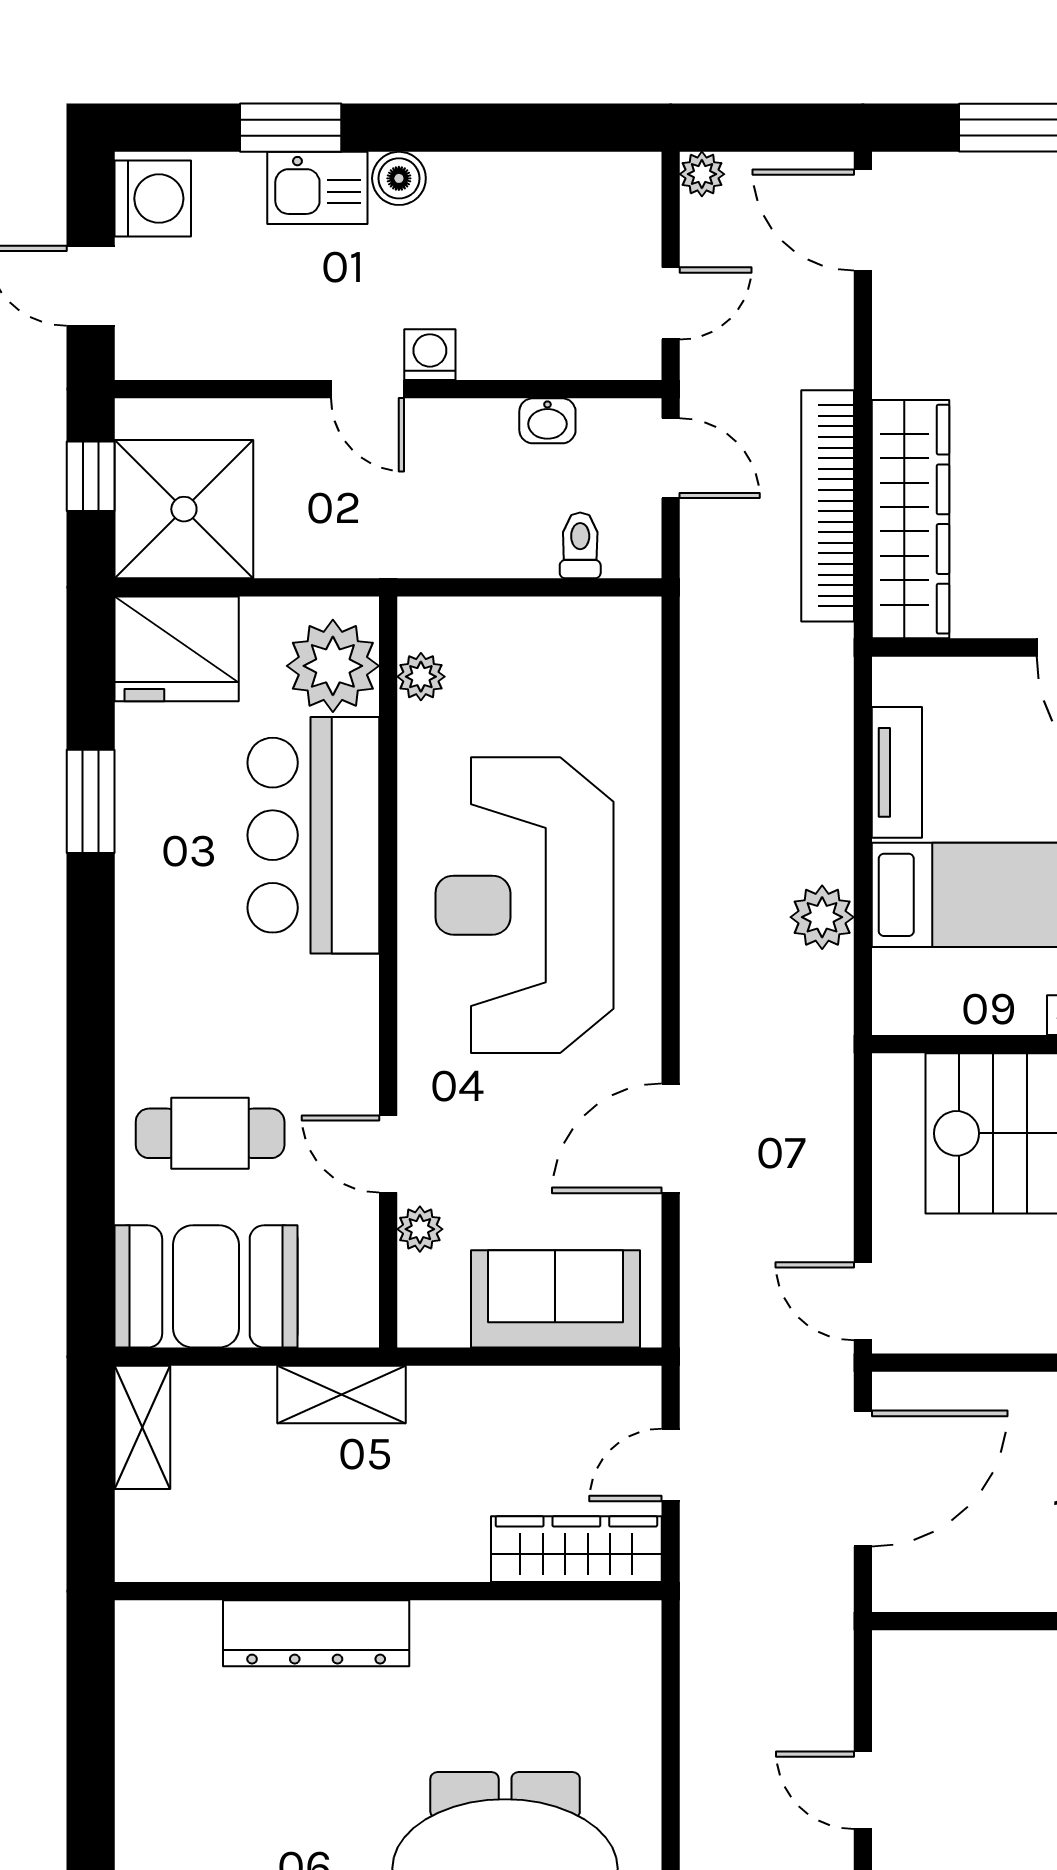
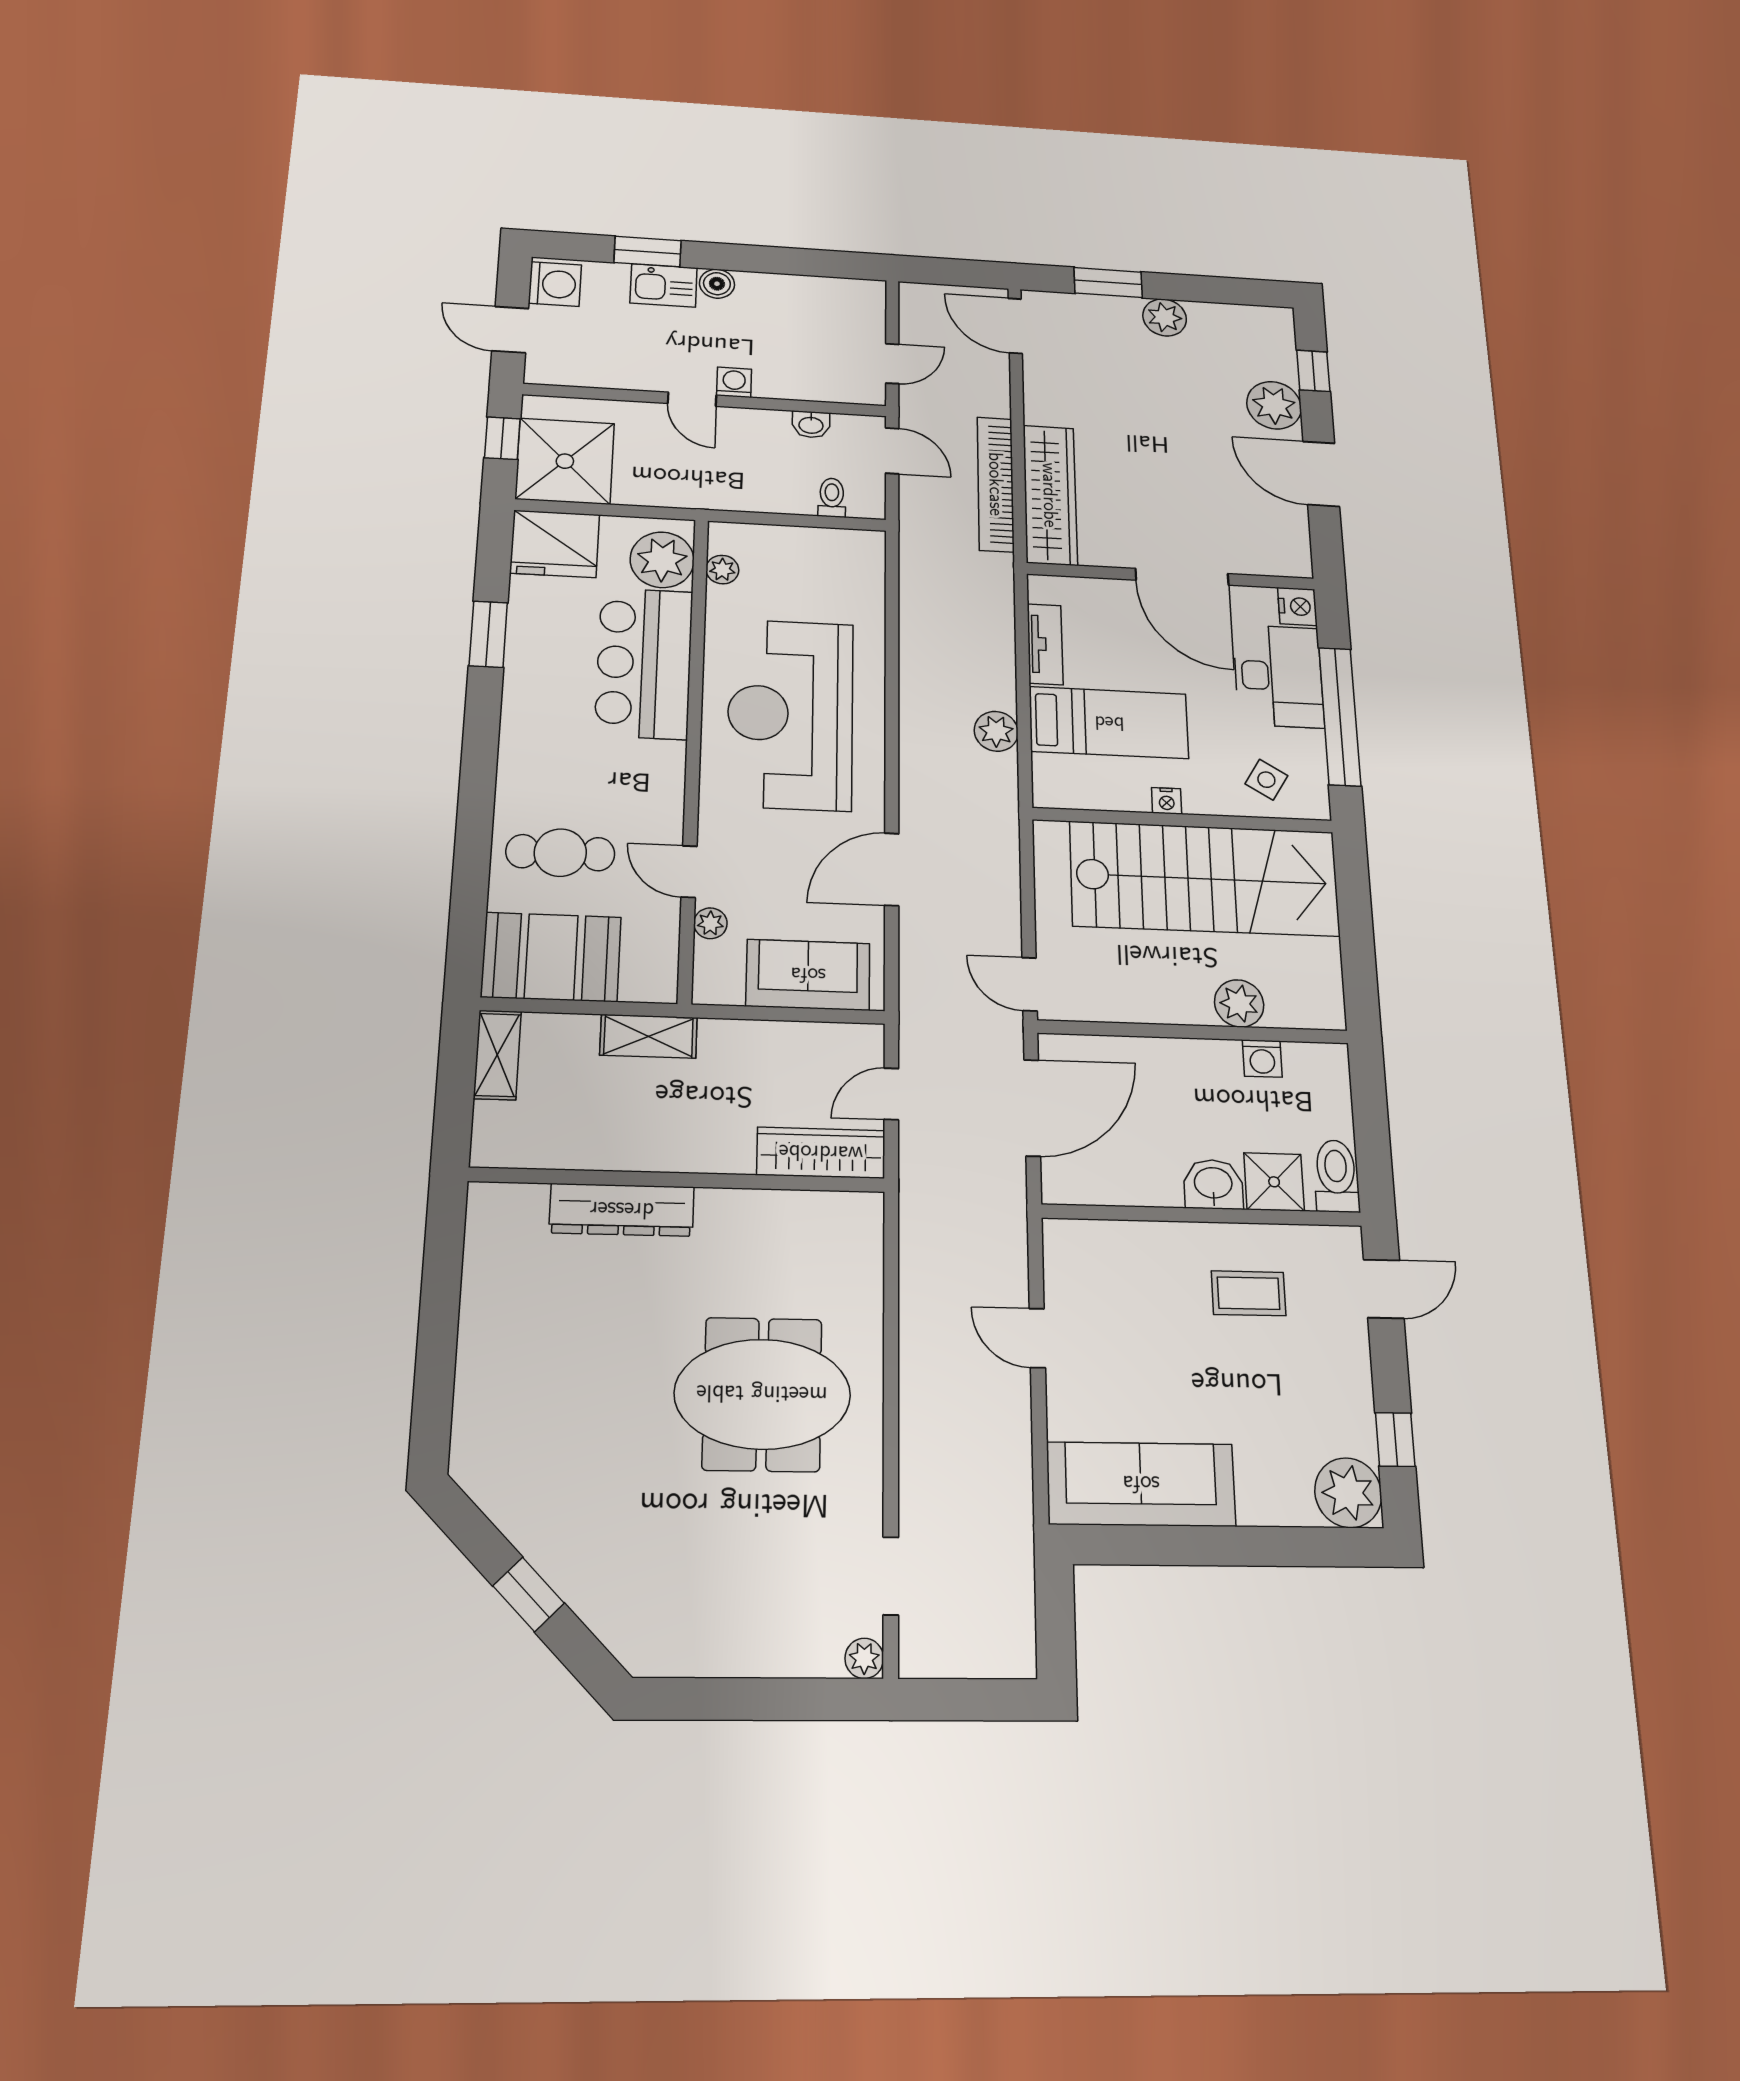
plant: (702, 174) -> (912, 294), removed

